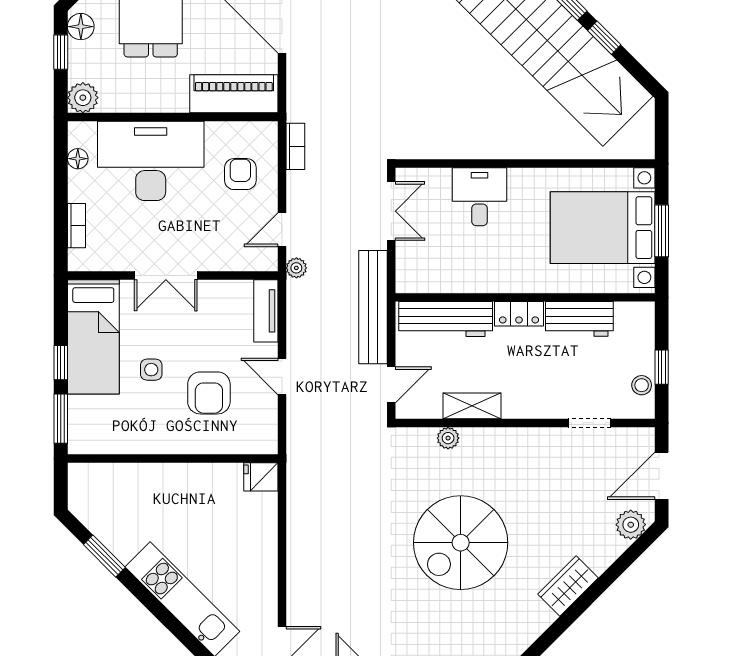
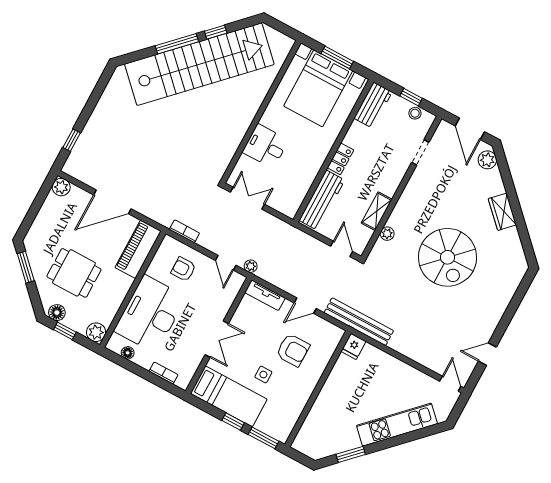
bench: (373, 307) -> (359, 322), moved
workbench: (579, 319) -> (373, 105), moved

